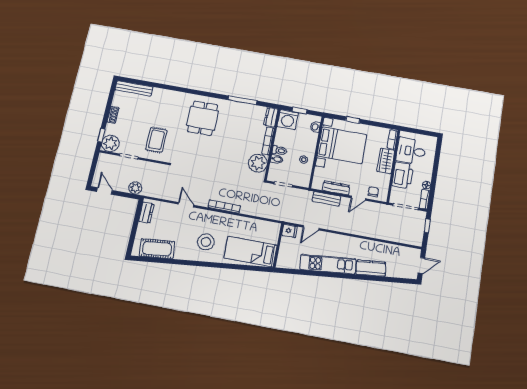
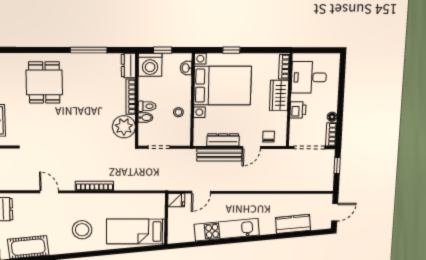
printer: (403, 175) -> (298, 110), width x0.53, depth x0.68
bench: (326, 199) -> (219, 155), width x1.36
kitchen counter: (371, 268) -> (293, 224), moved

